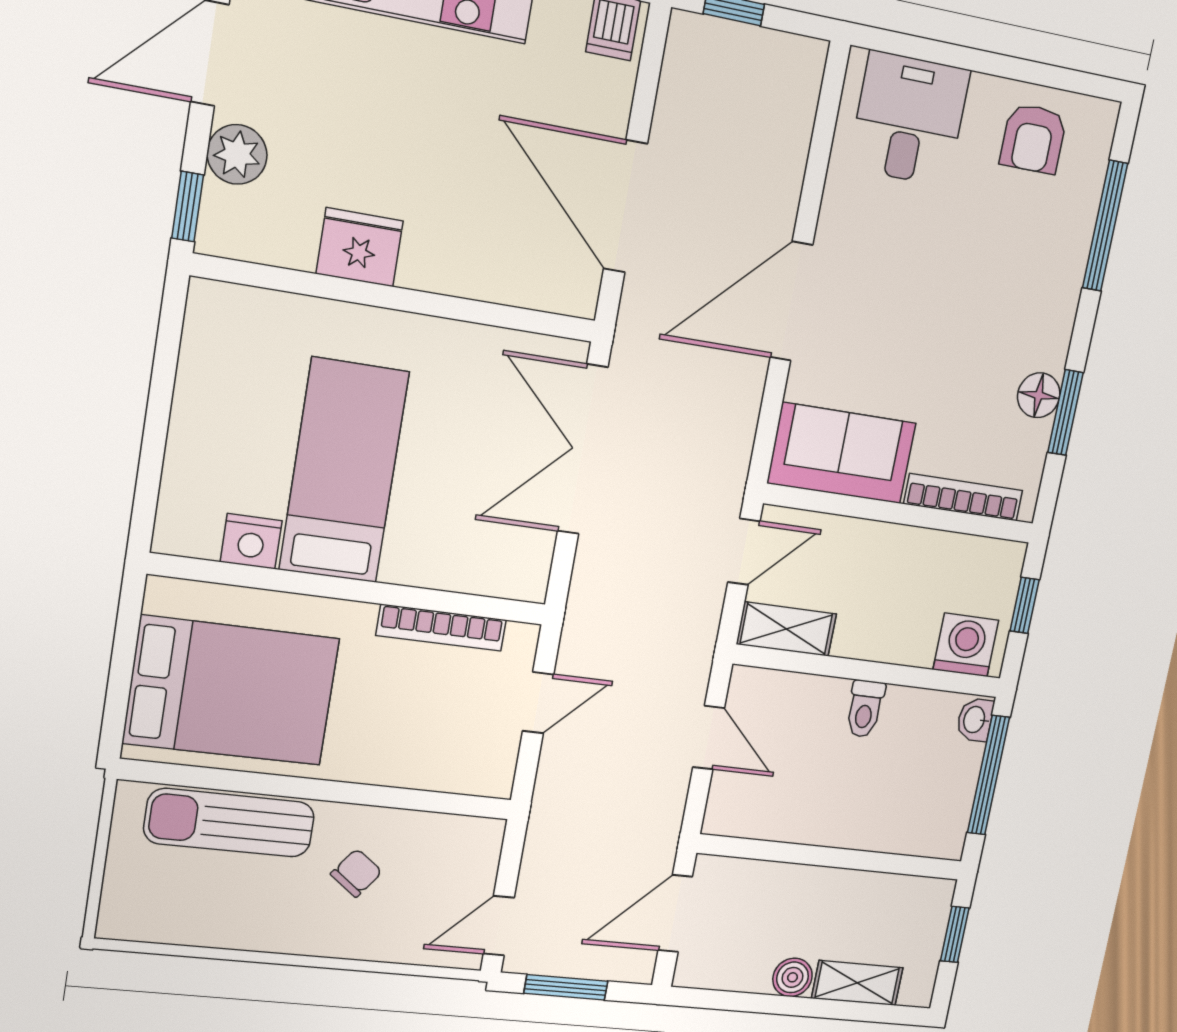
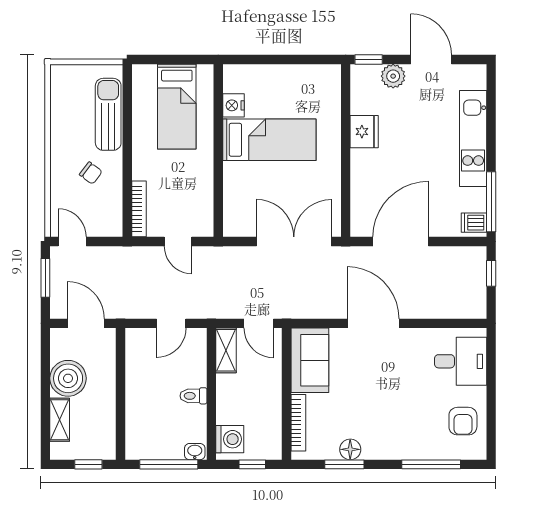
armchair: (1033, 139) -> (463, 421), turned -90
bookcase: (441, 628) -> (139, 209), moved, turned 180
bed: (231, 691) -> (177, 107), width x0.67
boiler: (792, 977) -> (68, 378), width x1.86, depth x1.86

